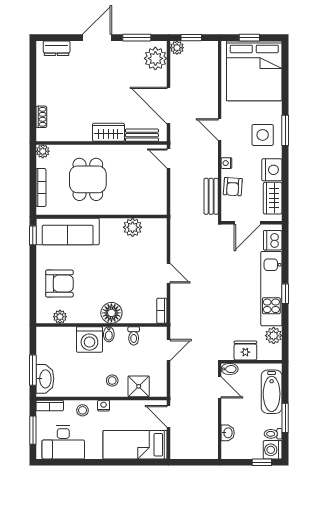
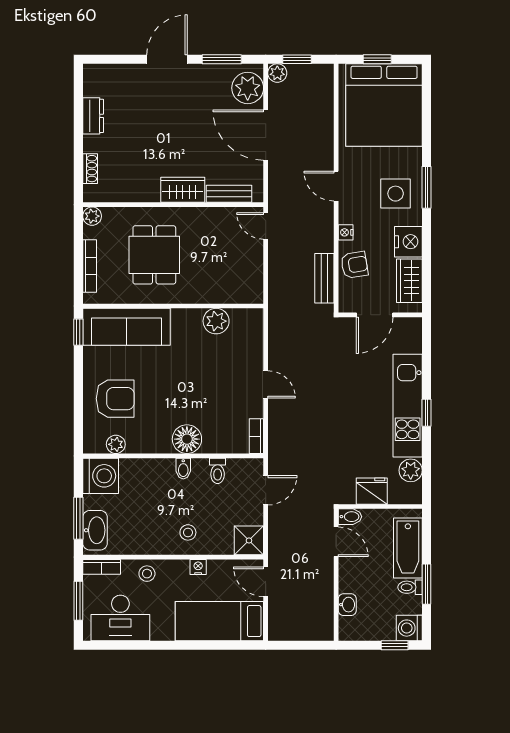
dresser: (57, 48) -> (93, 116), moved, turned -90
door: (169, 105) -> (266, 135), moved
armchair: (233, 187) -> (354, 265), turned -103
dishwasher: (273, 240) -> (409, 339), removed
washing machine: (89, 339) -> (101, 476), moved, turned -90
shower: (139, 386) -> (249, 540), moved
nightstand: (104, 406) -> (198, 567), moved
toilet: (273, 434) -> (410, 587), moved

